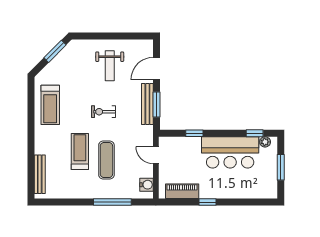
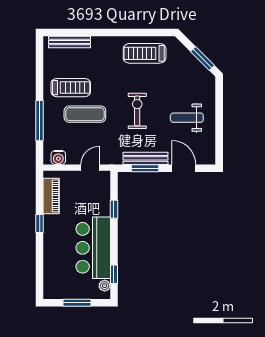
exercise bike: (103, 112) -> (137, 111), width x1.38, depth x1.39
treadmill: (80, 151) -> (71, 88), moved

